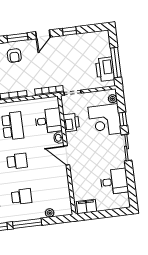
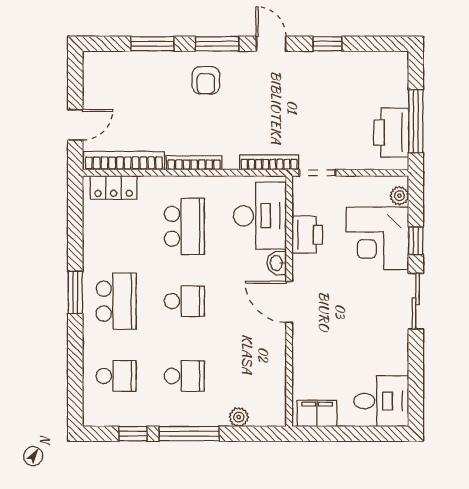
door: (43, 34) -> (271, 44), swing flipped
desk: (48, 121) -> (260, 216), width x1.37
desk: (114, 182) -> (381, 401), moved

